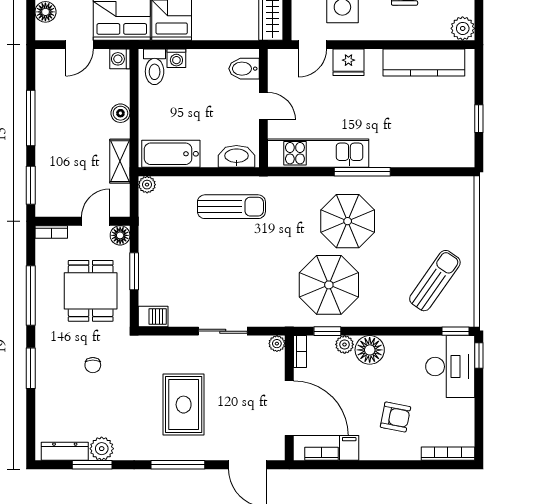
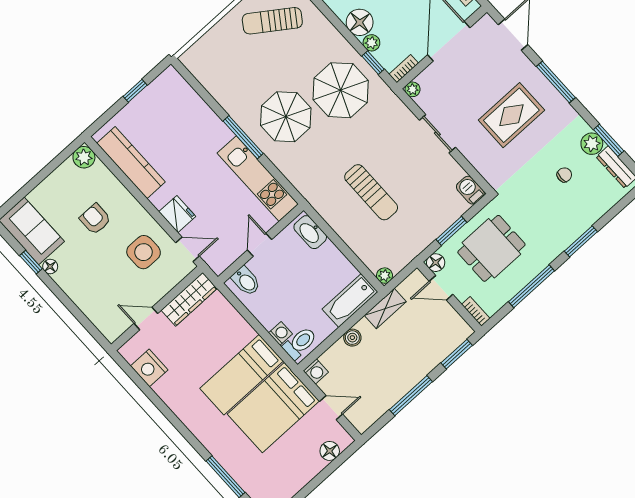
bathtub: (171, 154) -> (350, 300), moved, turned 90
sun lounger: (231, 207) -> (371, 192), moved, turned 180
chair: (93, 365) -> (564, 175), moved

